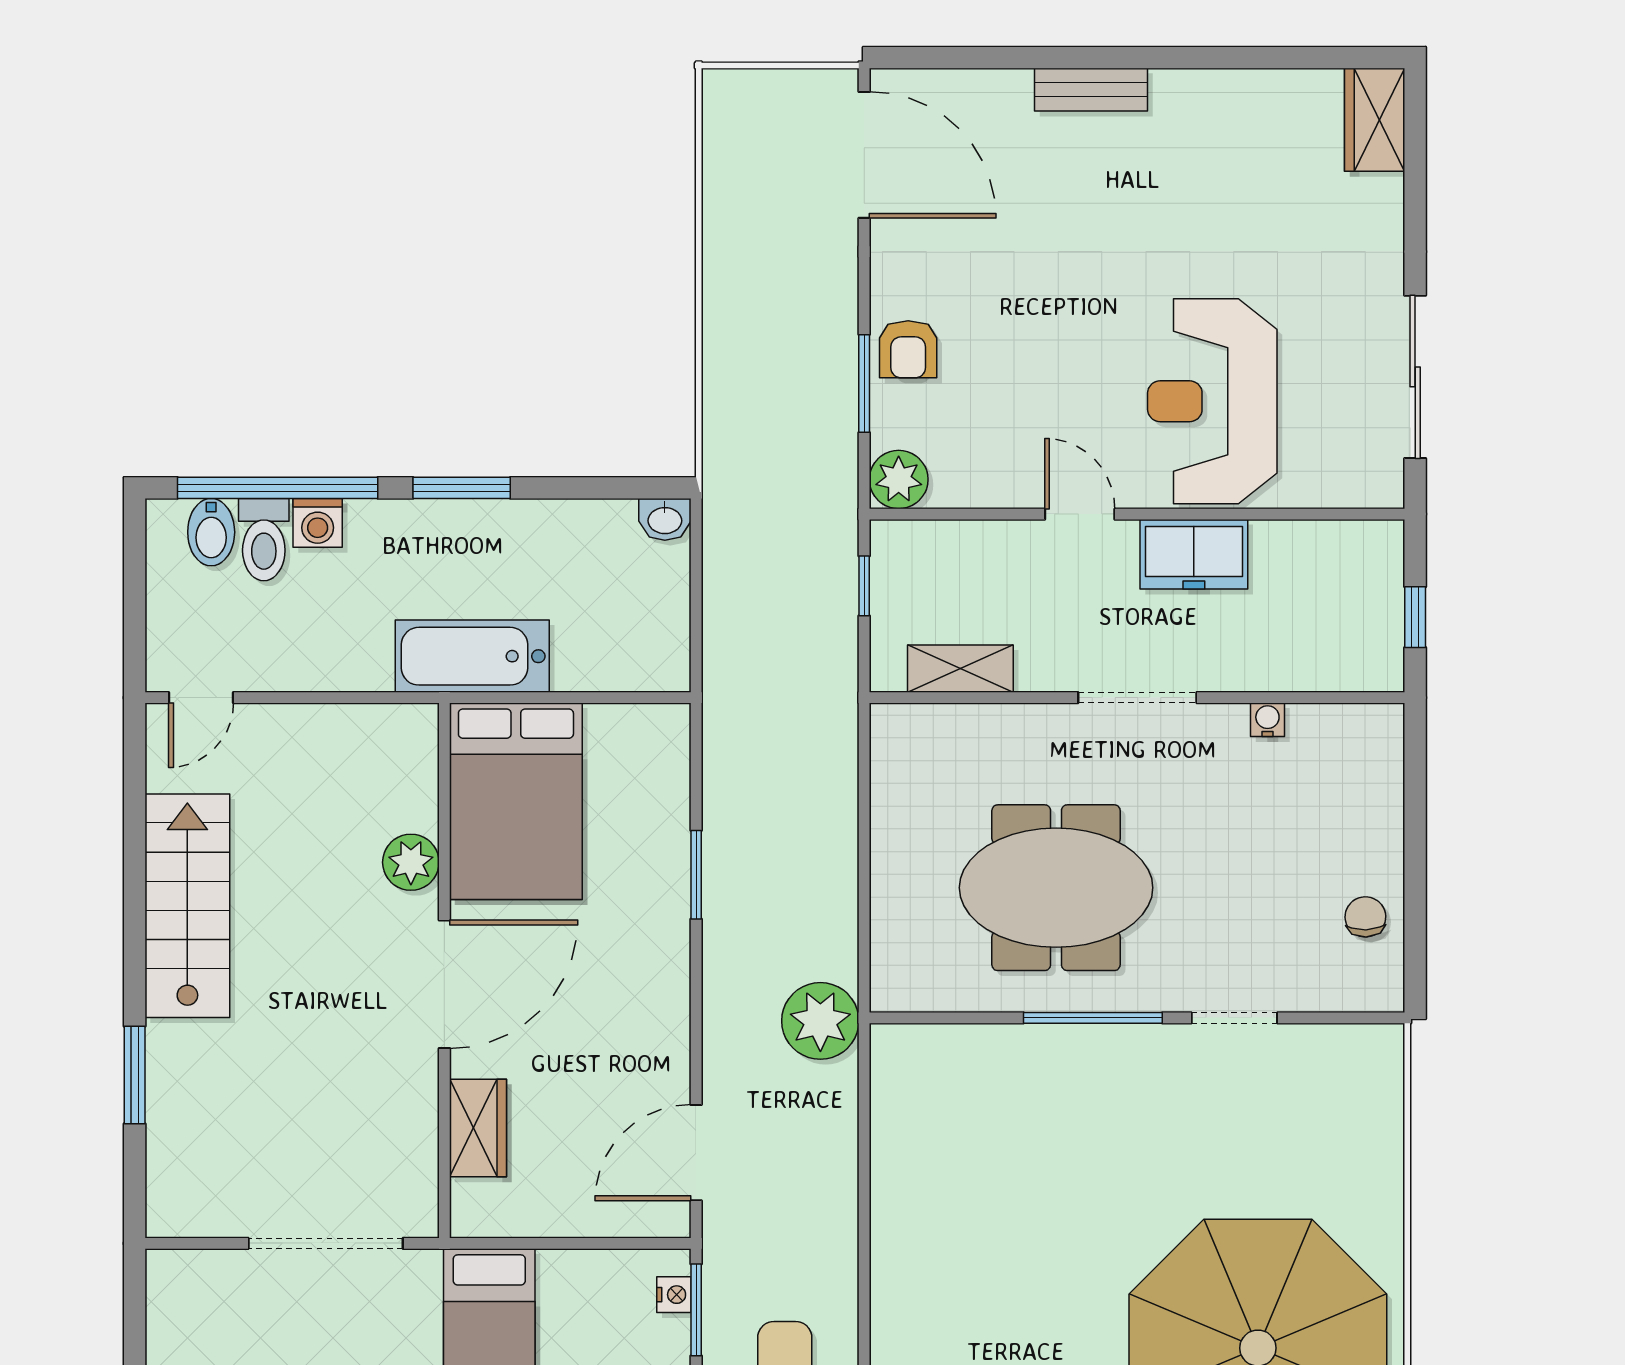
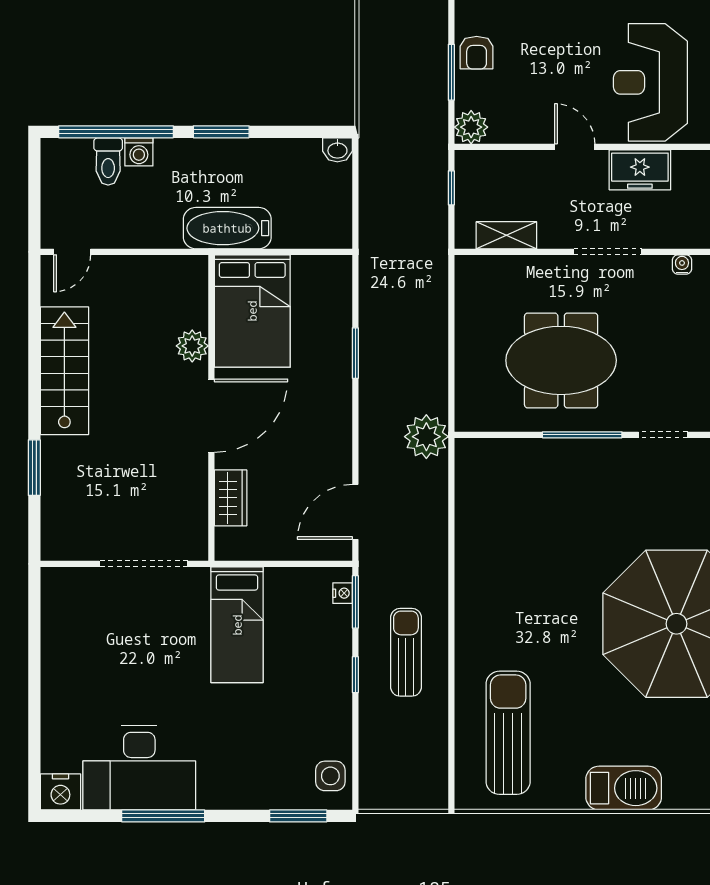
bidet: (211, 532) -> (78, 157), removed

